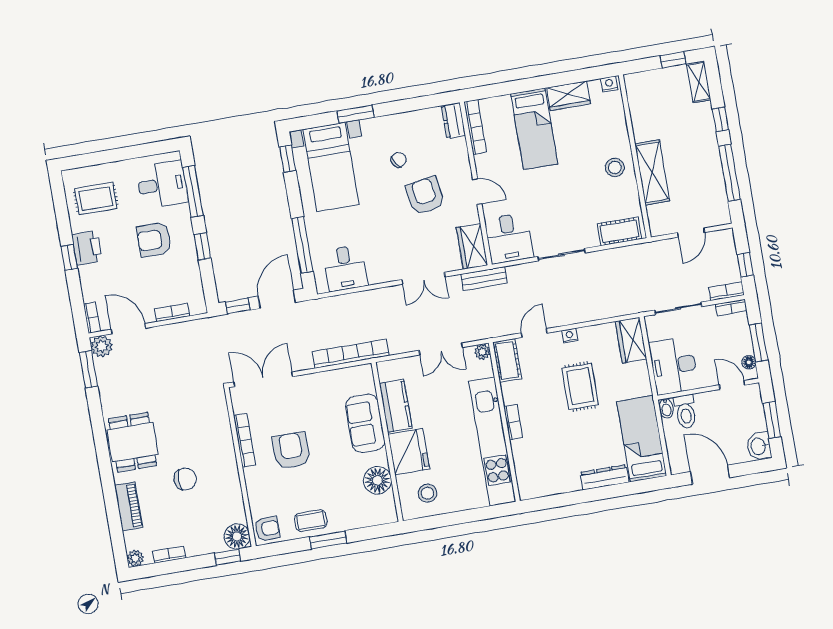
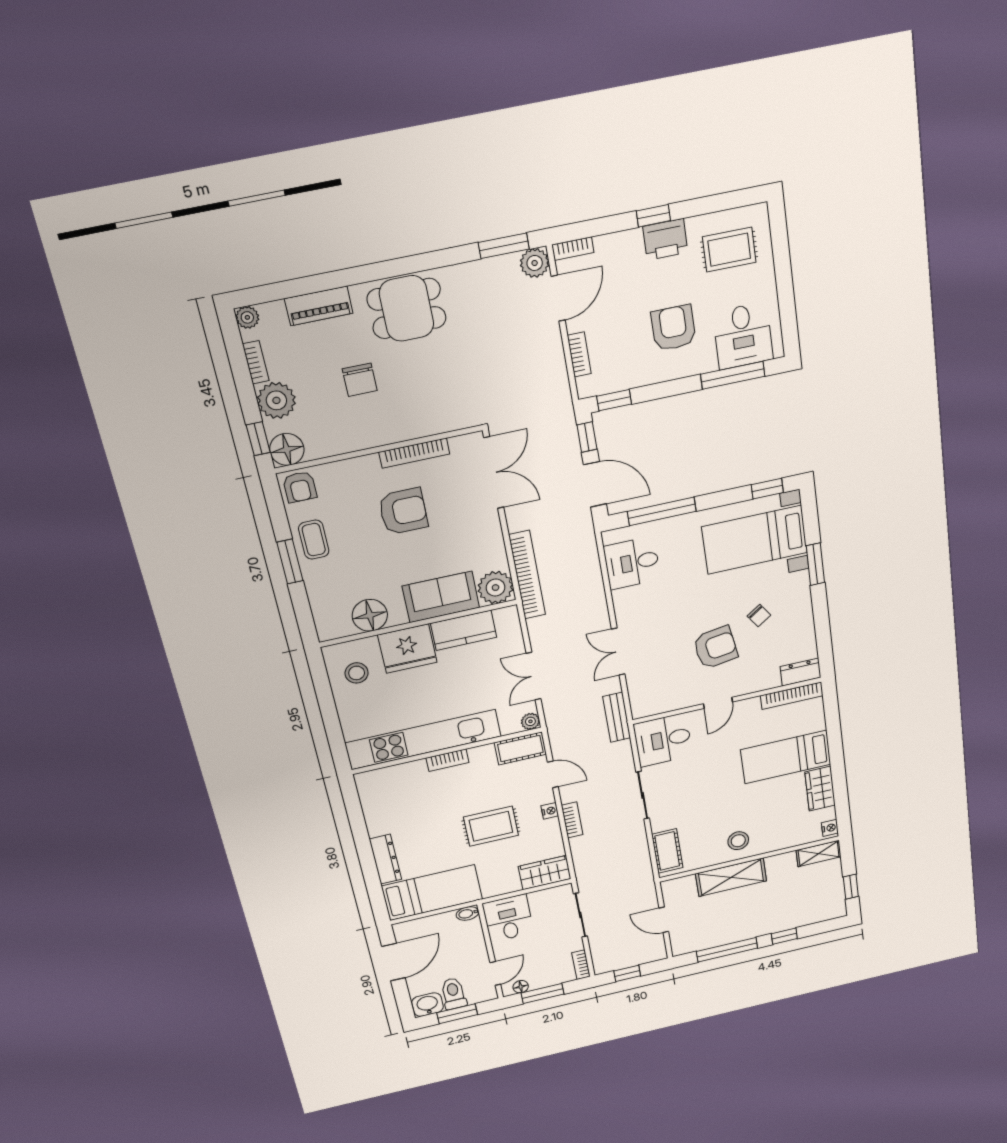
shelving: (699, 82) -> (819, 853), moved
rug: (96, 198) -> (729, 250), turned 90
window: (202, 246) -> (614, 400), moved
wardrobe: (472, 246) -> (655, 702), removed
bookcase: (727, 291) -> (572, 820), moved
desk: (674, 366) -> (508, 918), width x0.73
plant: (360, 379) -> (496, 588), added
toilet: (685, 412) -> (454, 994), moved, turned 90
plant: (198, 542) -> (276, 400), added

